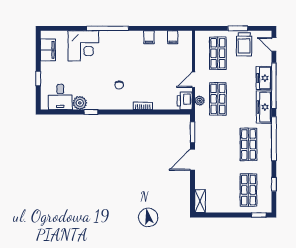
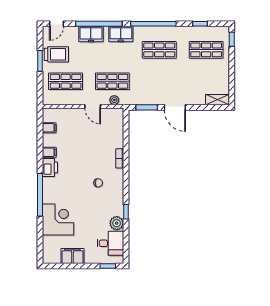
filing cabinet: (48, 50) -> (72, 256), moved
window: (38, 79) -> (108, 266), moved
printer: (185, 101) -> (50, 167), moved, turned -90
freezer: (264, 107) -> (121, 34), width x0.71

